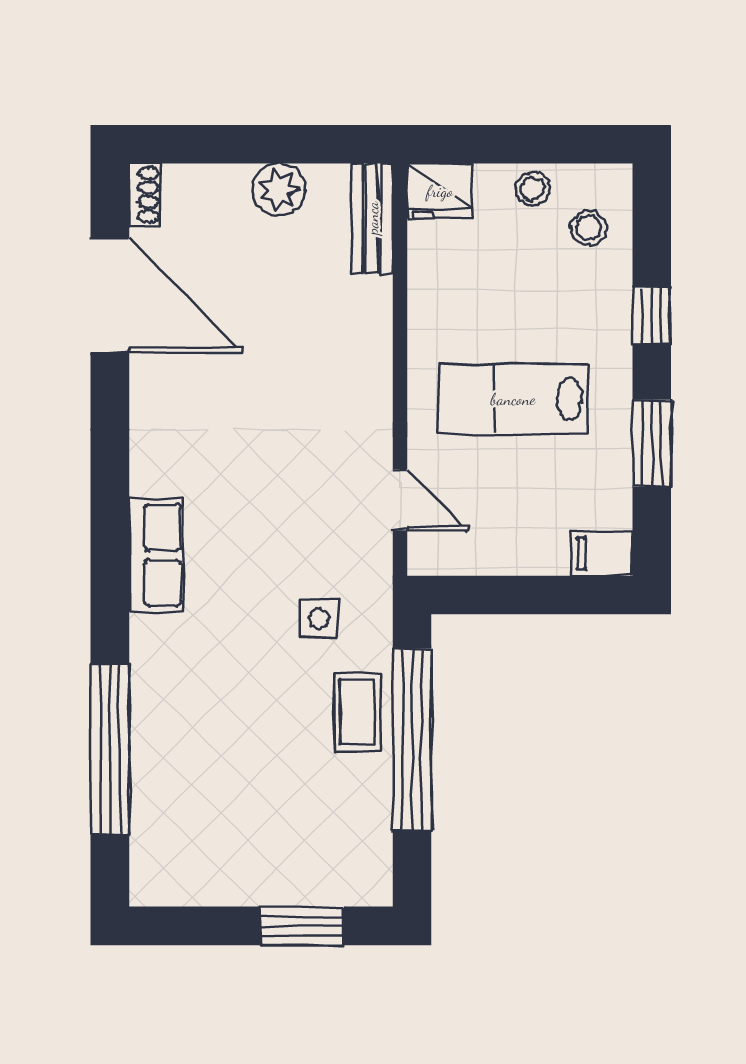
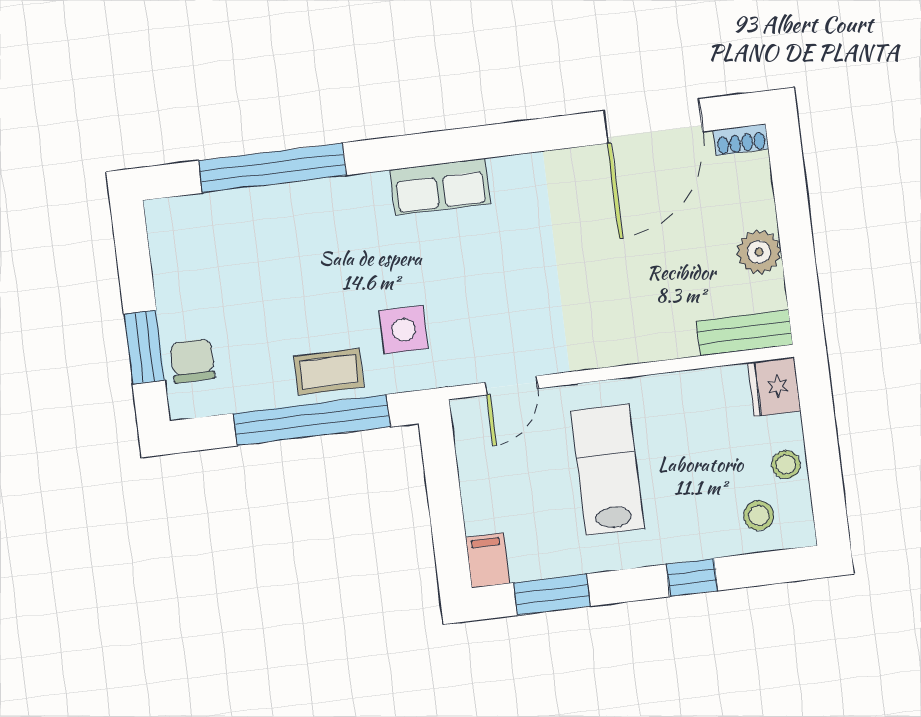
window: (652, 443) -> (552, 595), moved
side table: (319, 618) -> (404, 330), width x1.37, depth x1.37
chair: (325, 871) -> (192, 361), added

